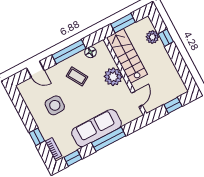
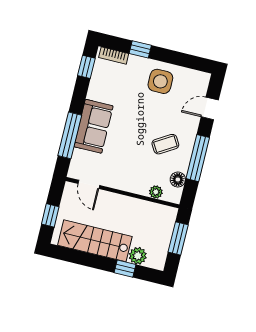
stairs: (127, 56) -> (95, 241), moved, turned 180
plant: (113, 77) -> (156, 192), moved, width x0.53, depth x0.53
side table: (55, 105) -> (160, 81), moved
sofa: (97, 128) -> (93, 126), width x0.73
window: (109, 139) -> (70, 135), moved

